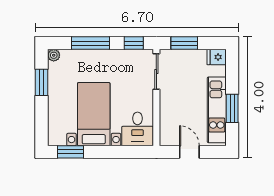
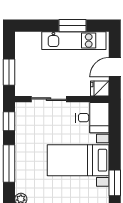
fridge: (217, 57) -> (100, 89), moved, turned 90
sliding door: (156, 71) -> (49, 99), moved

